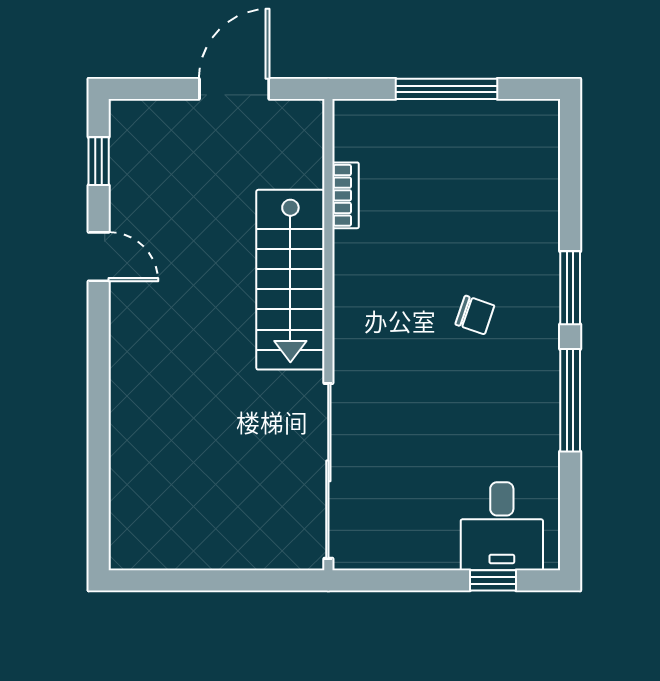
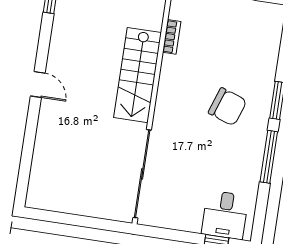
door: (99, 257) -> (38, 85), moved
chair: (475, 315) -> (227, 107), width x1.87, depth x1.87

